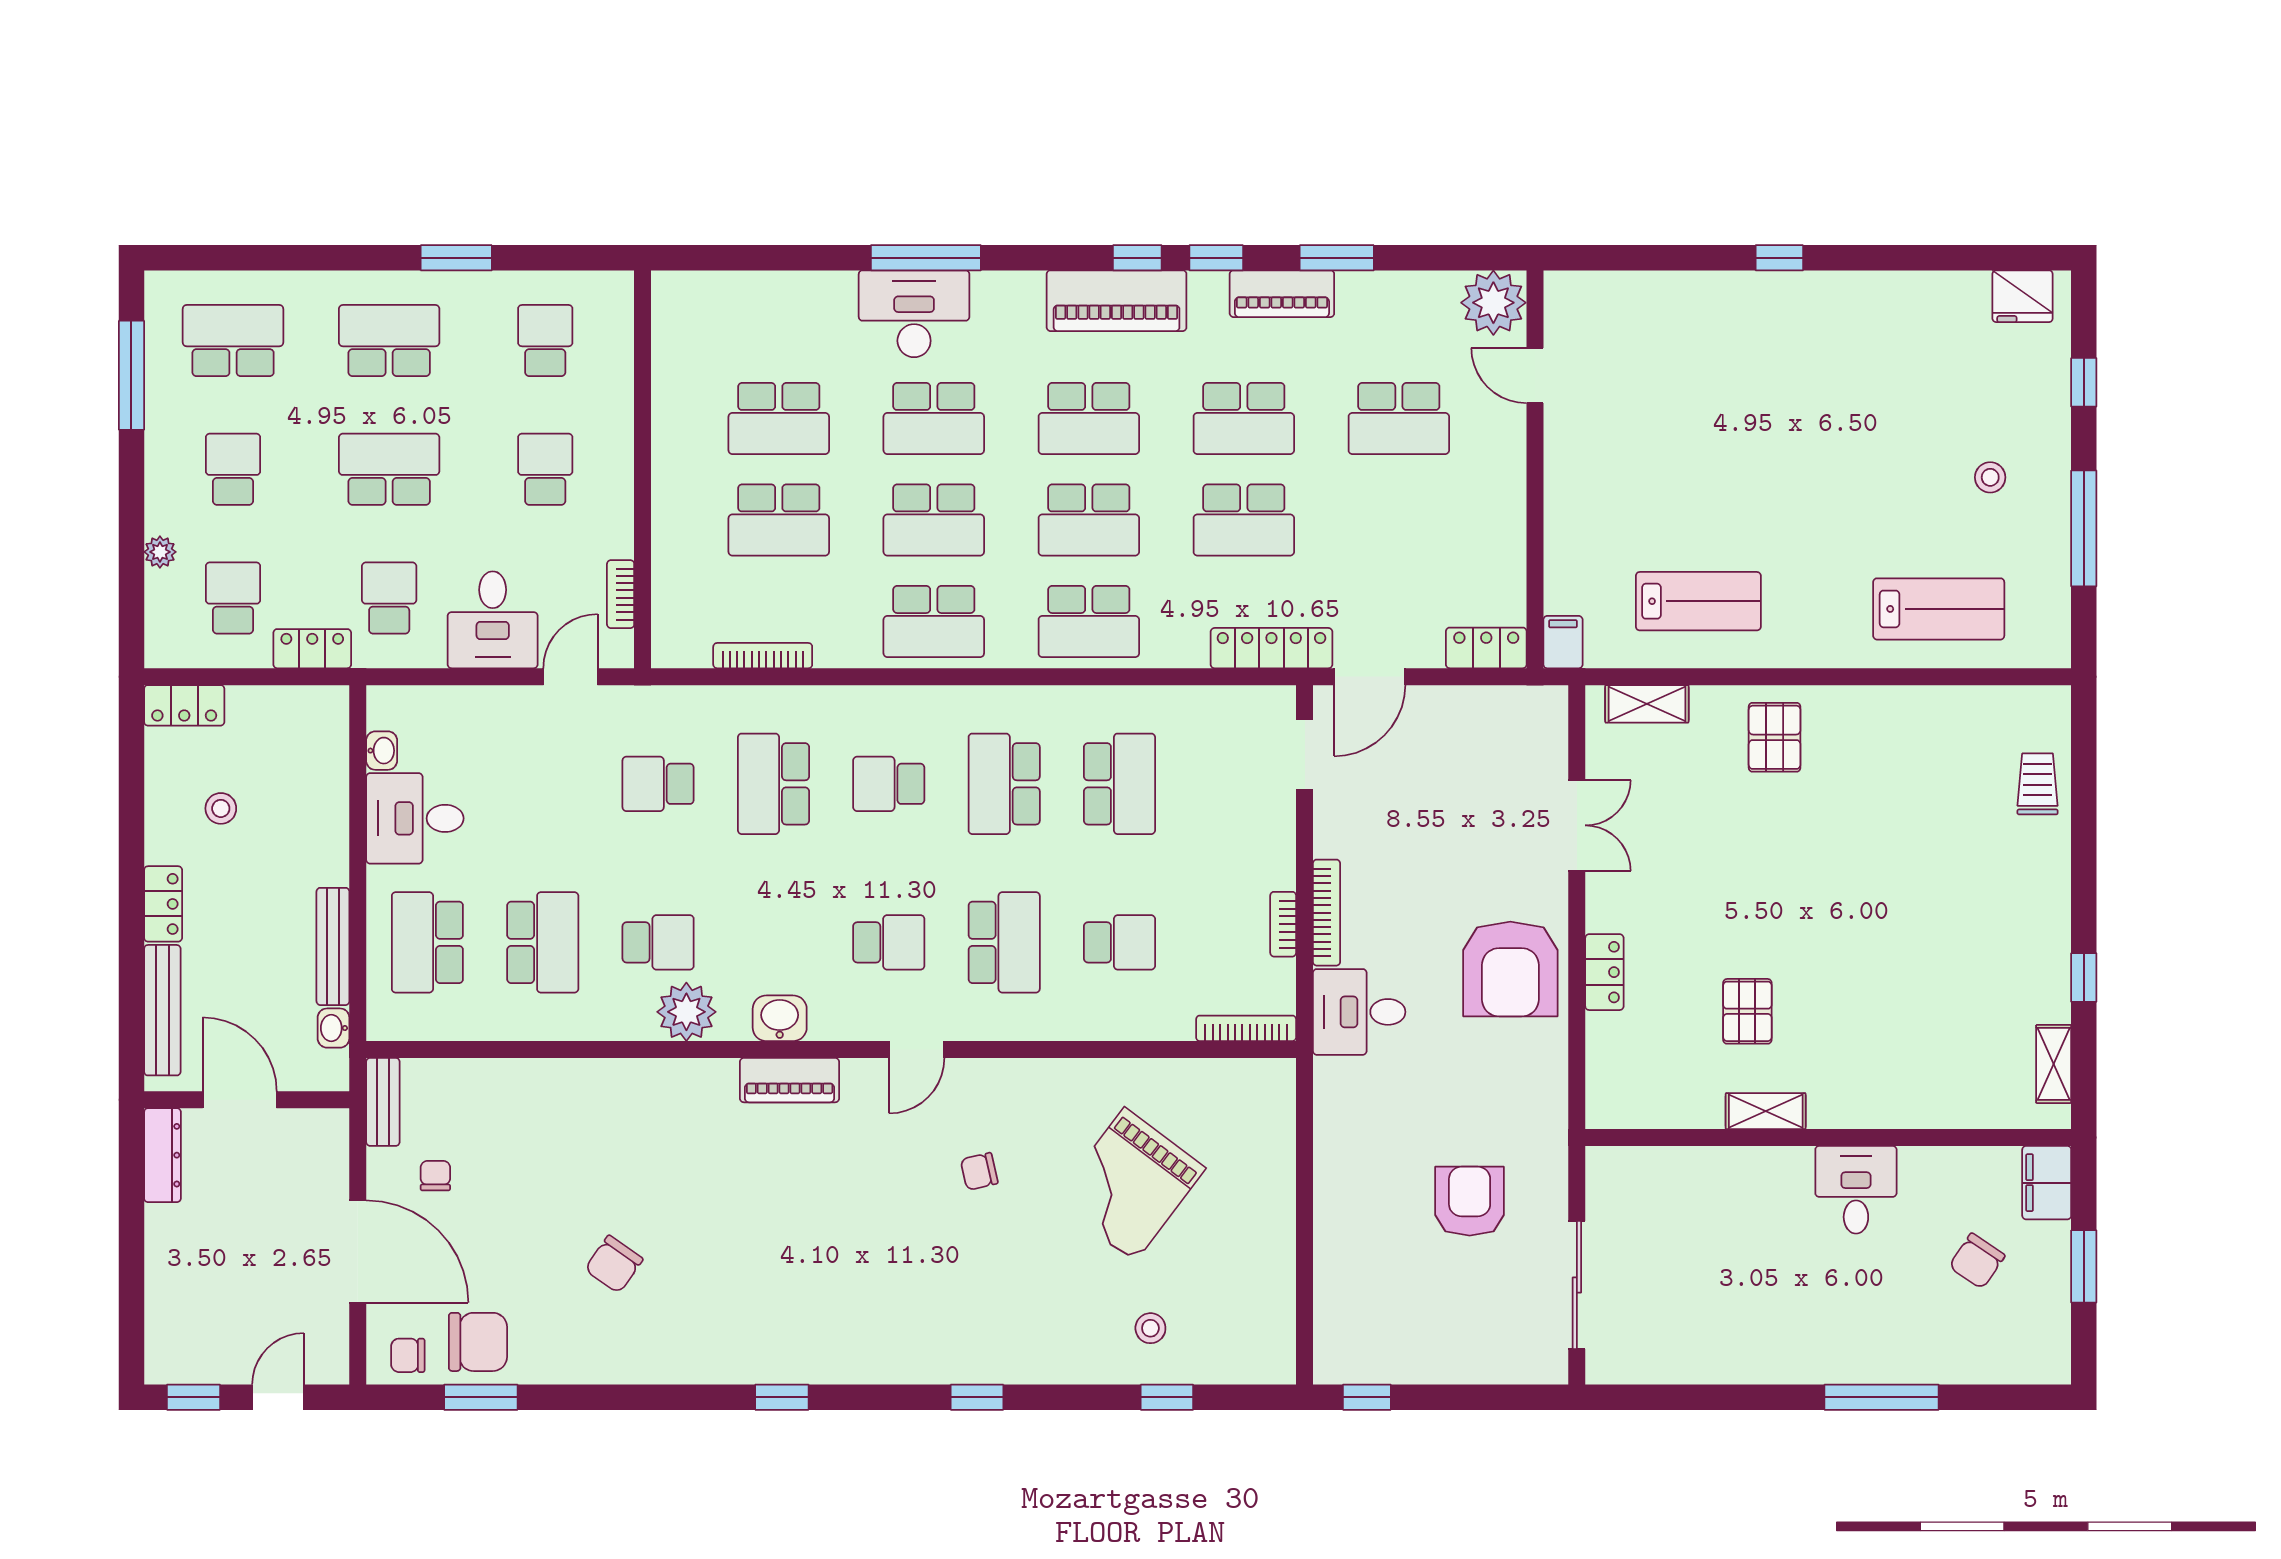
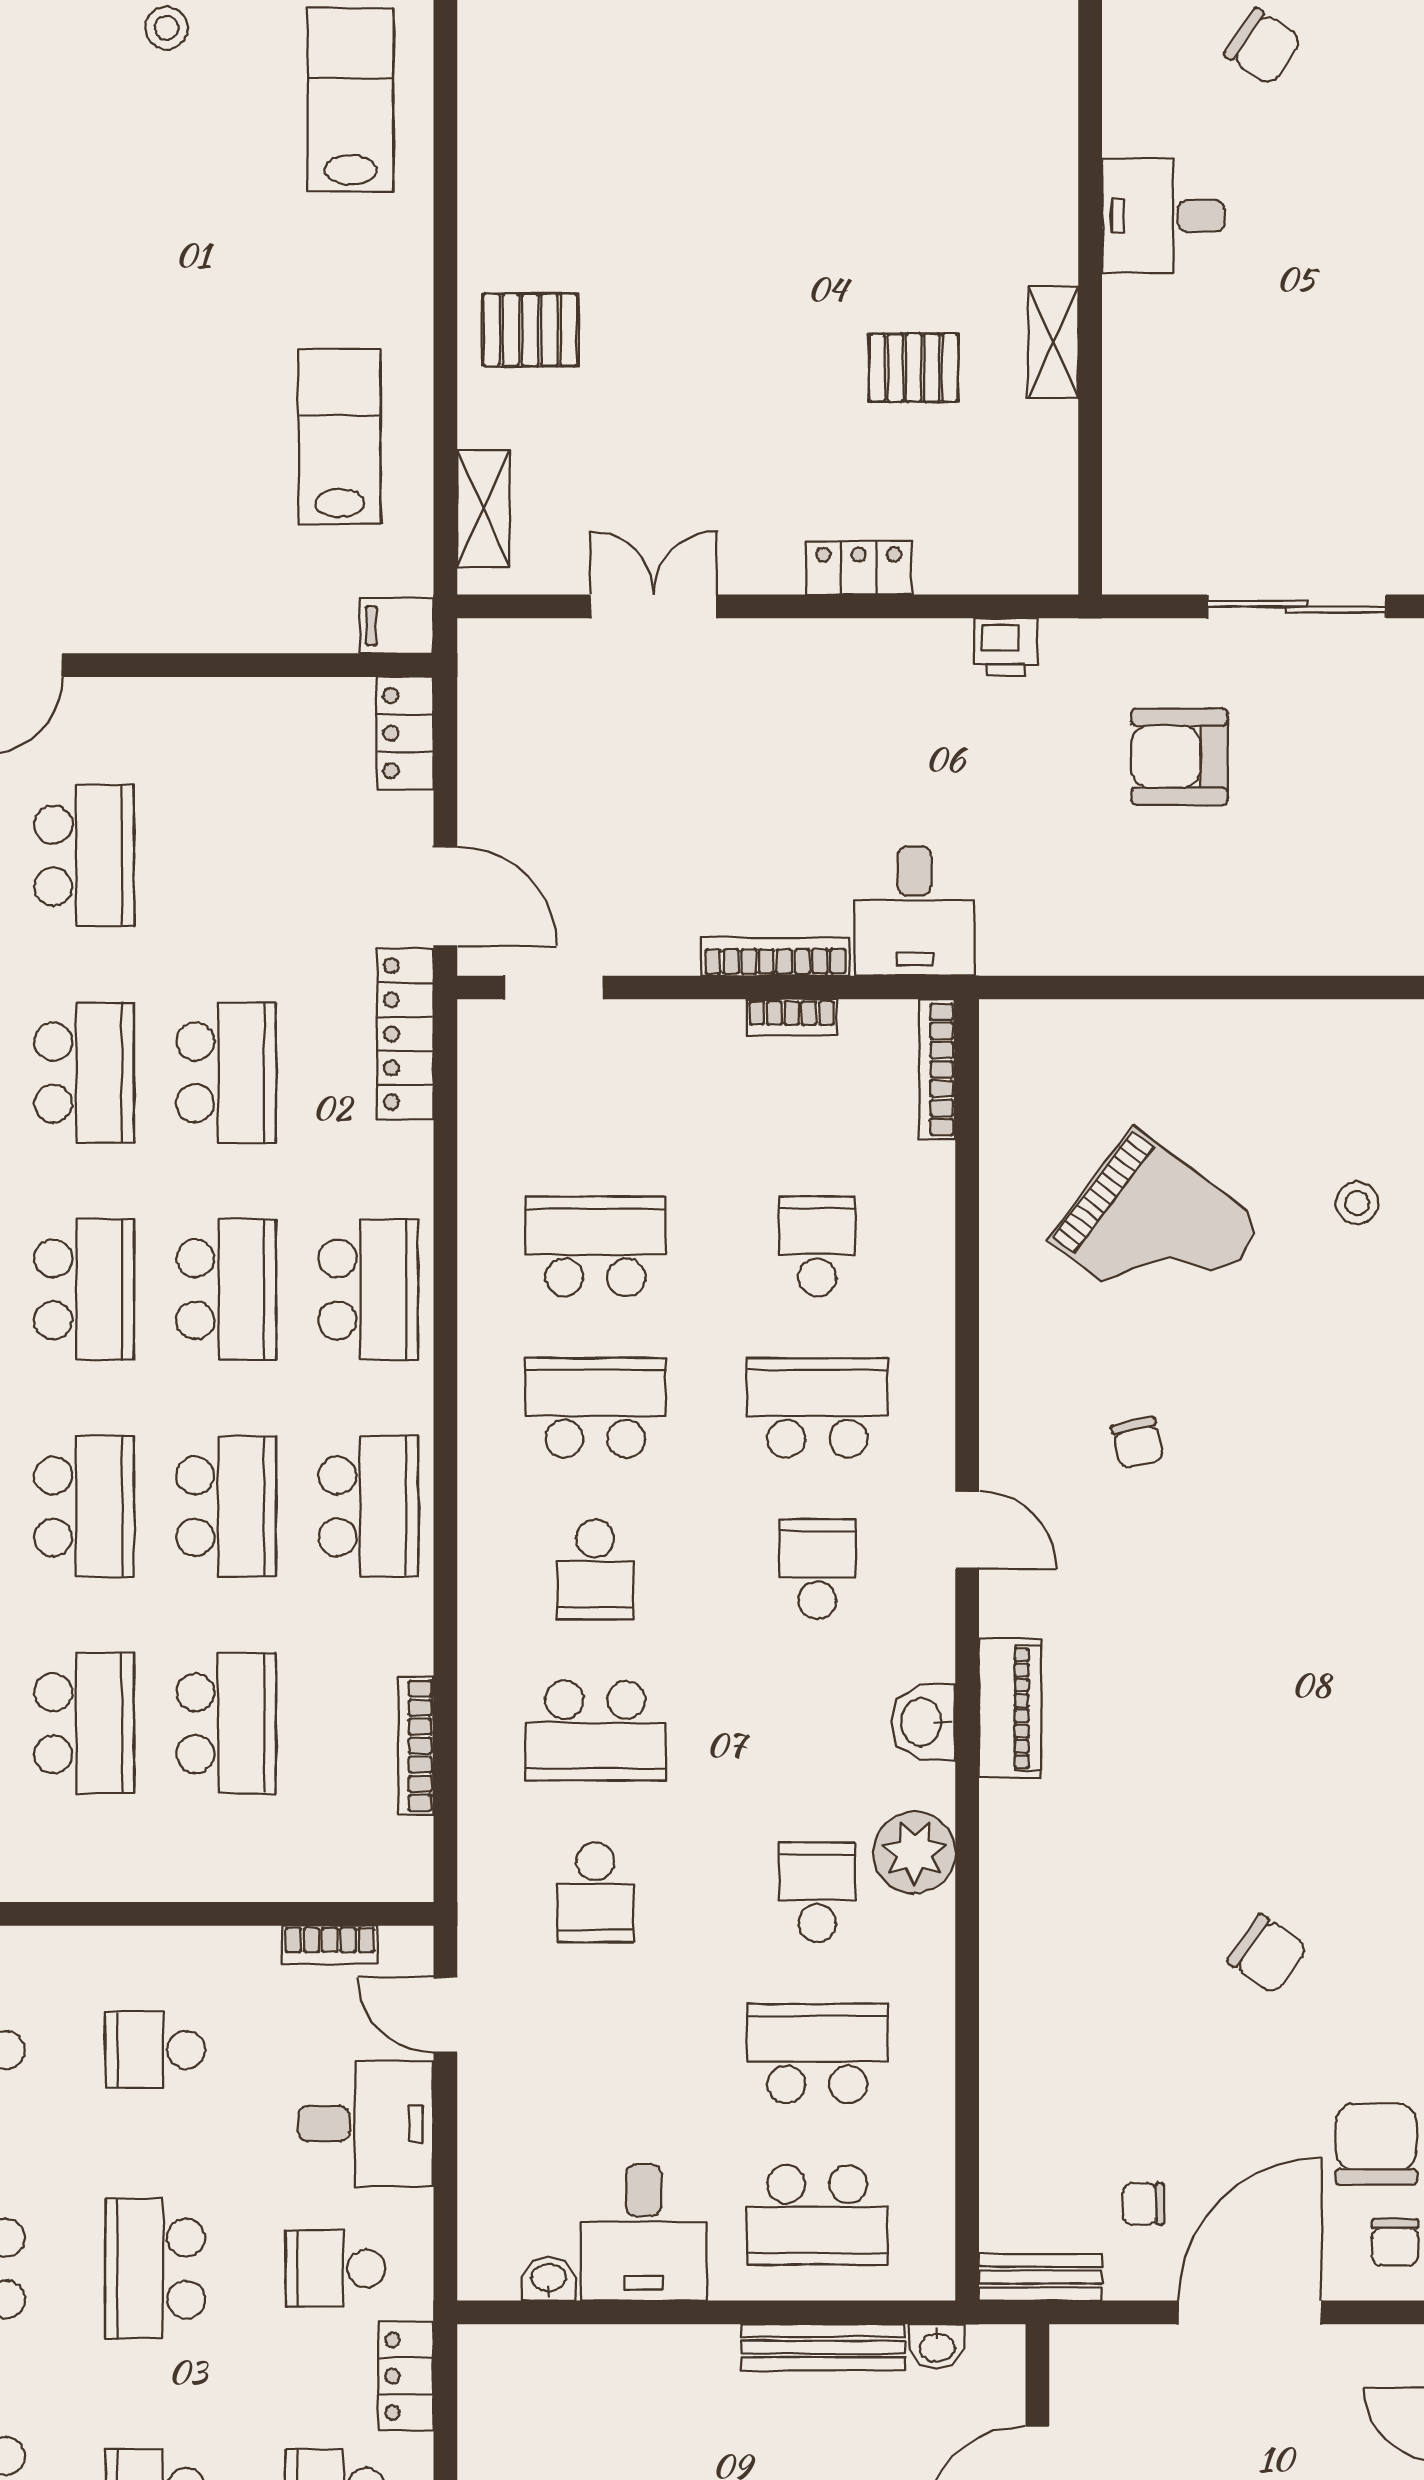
school desk: (1004, 784) -> (595, 1408), turned 180
armchair: (1510, 969) -> (854, 699), removed
printer: (1548, 1077) -> (1006, 647), added

